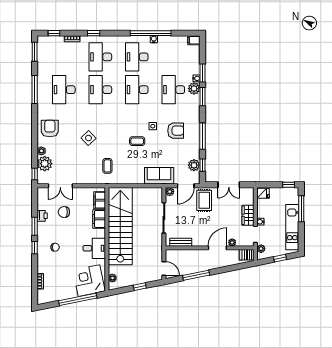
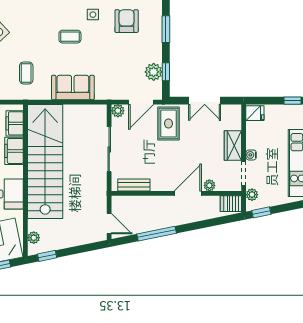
armchair: (176, 131) -> (127, 21), turned -90
window: (203, 136) -> (166, 29), width x0.69
sofa: (159, 176) -> (73, 88), moved
window: (280, 258) -> (261, 212), moved
window: (140, 287) -> (47, 256), moved

